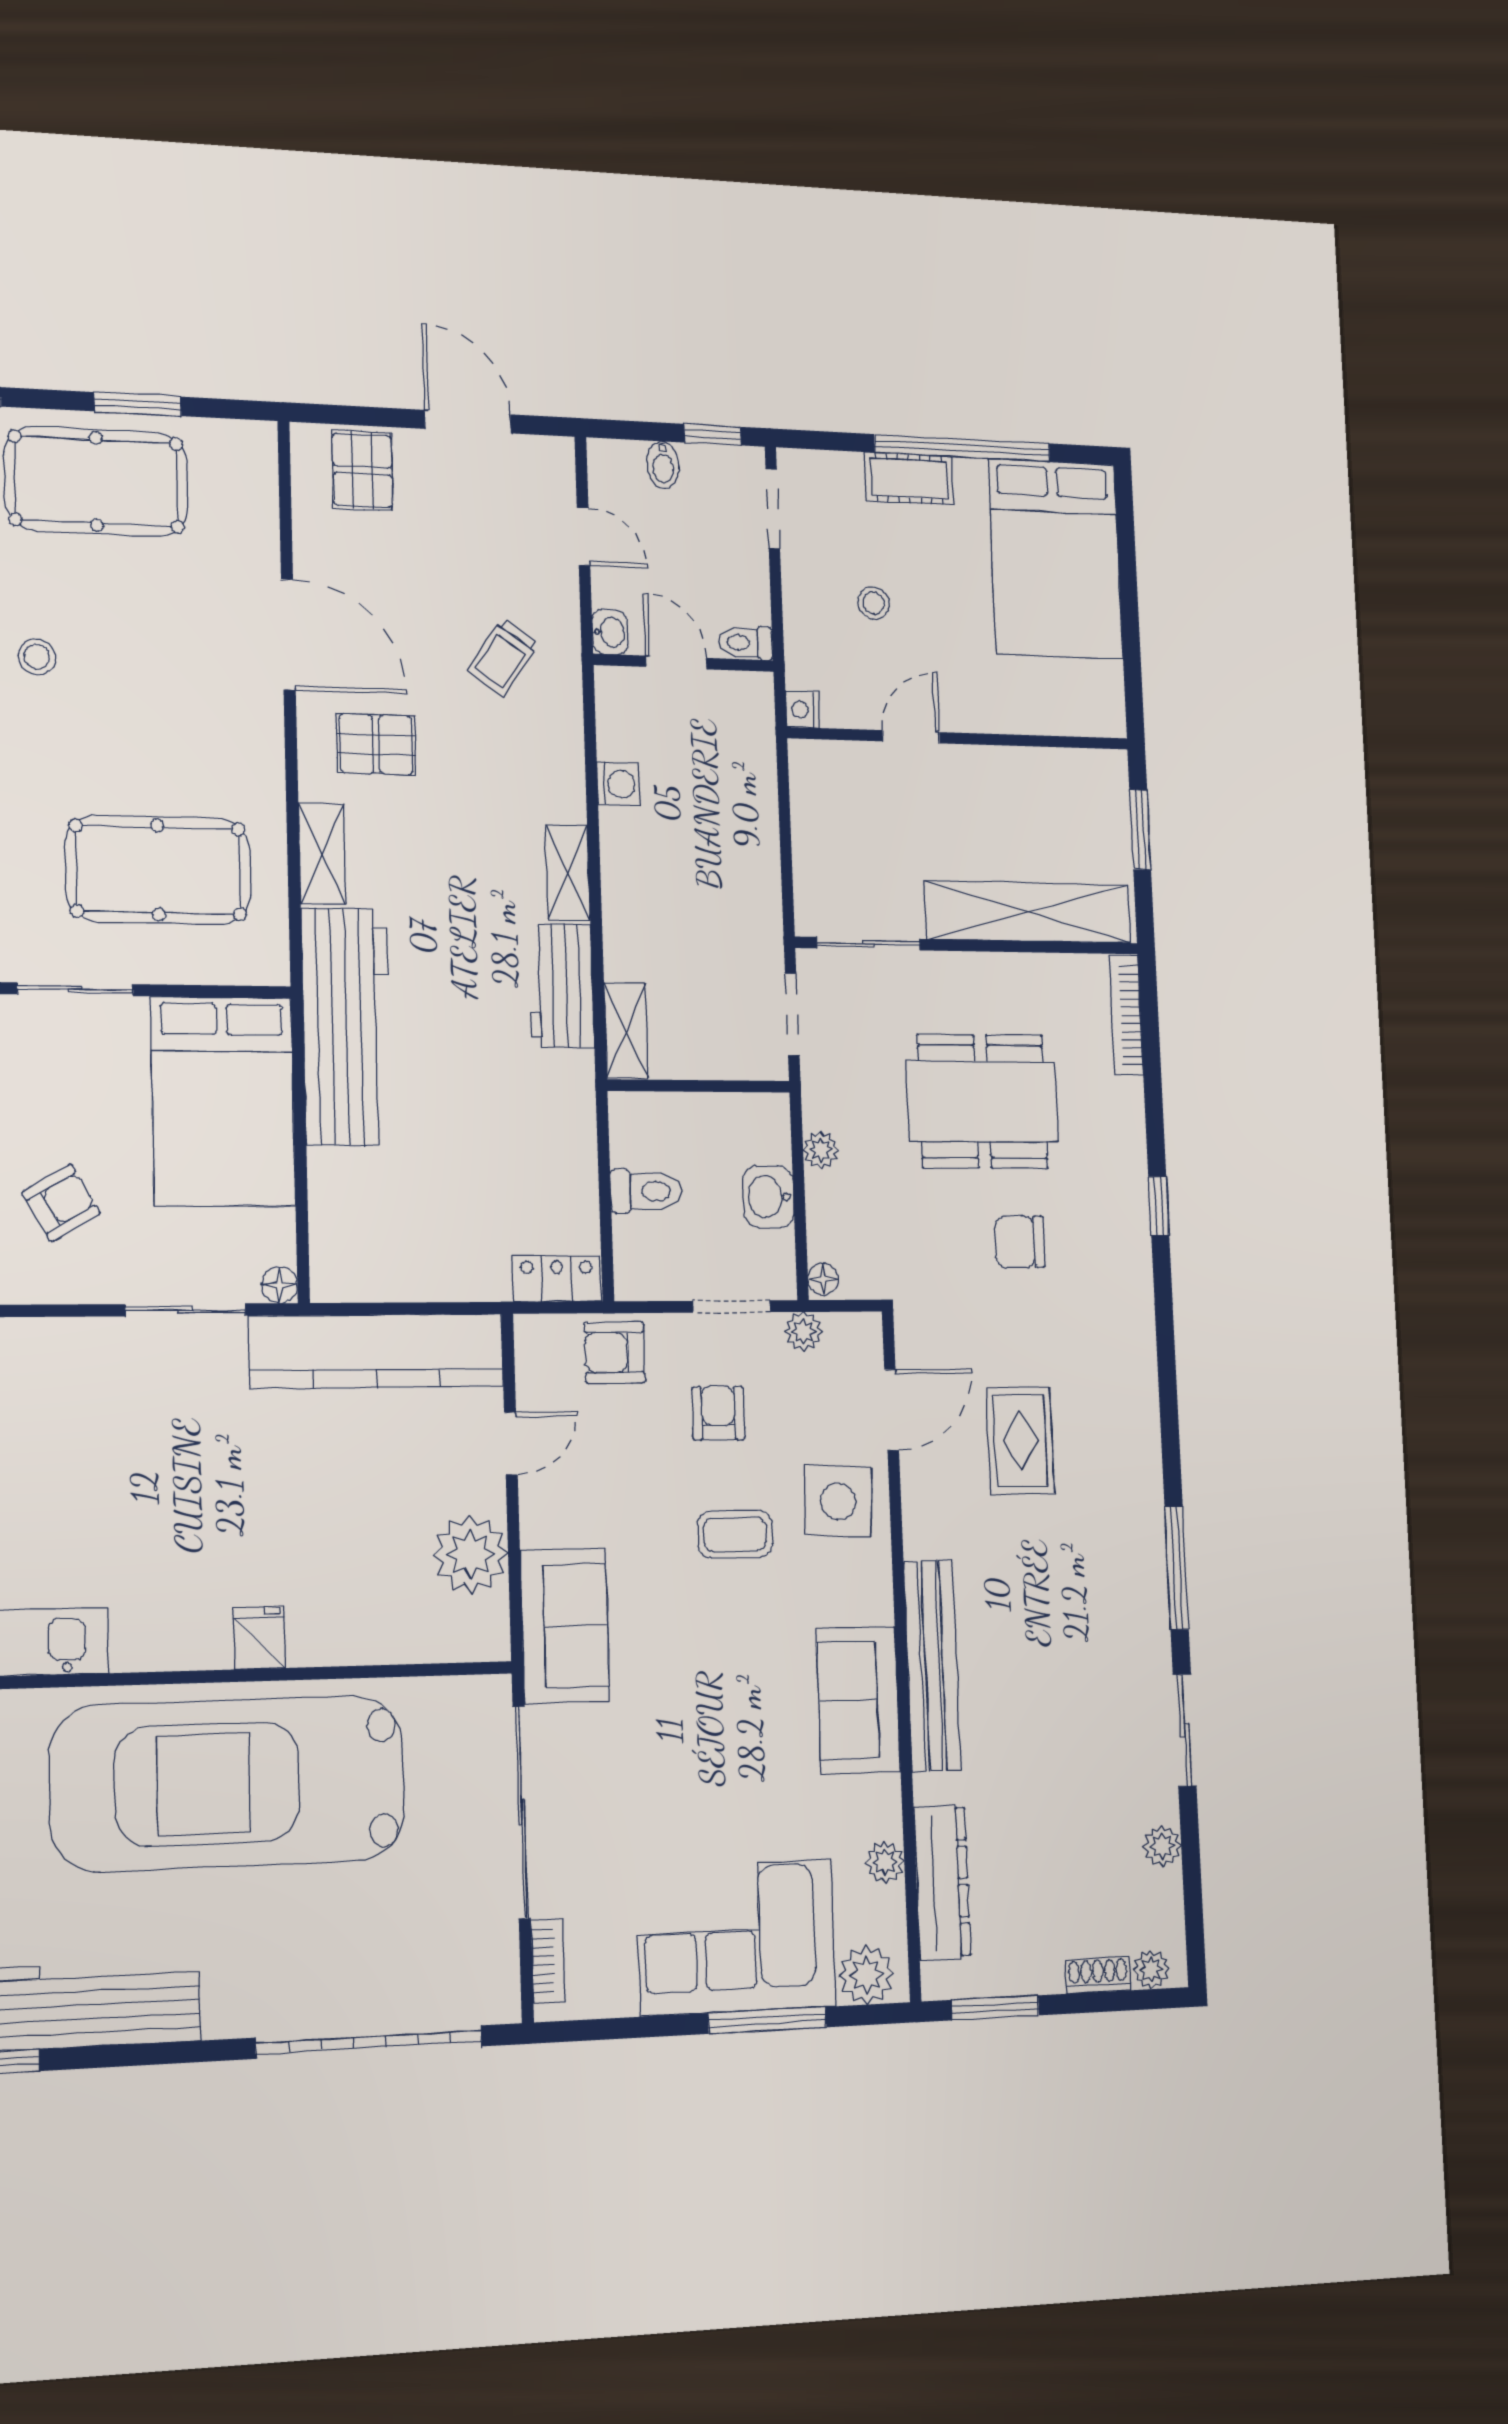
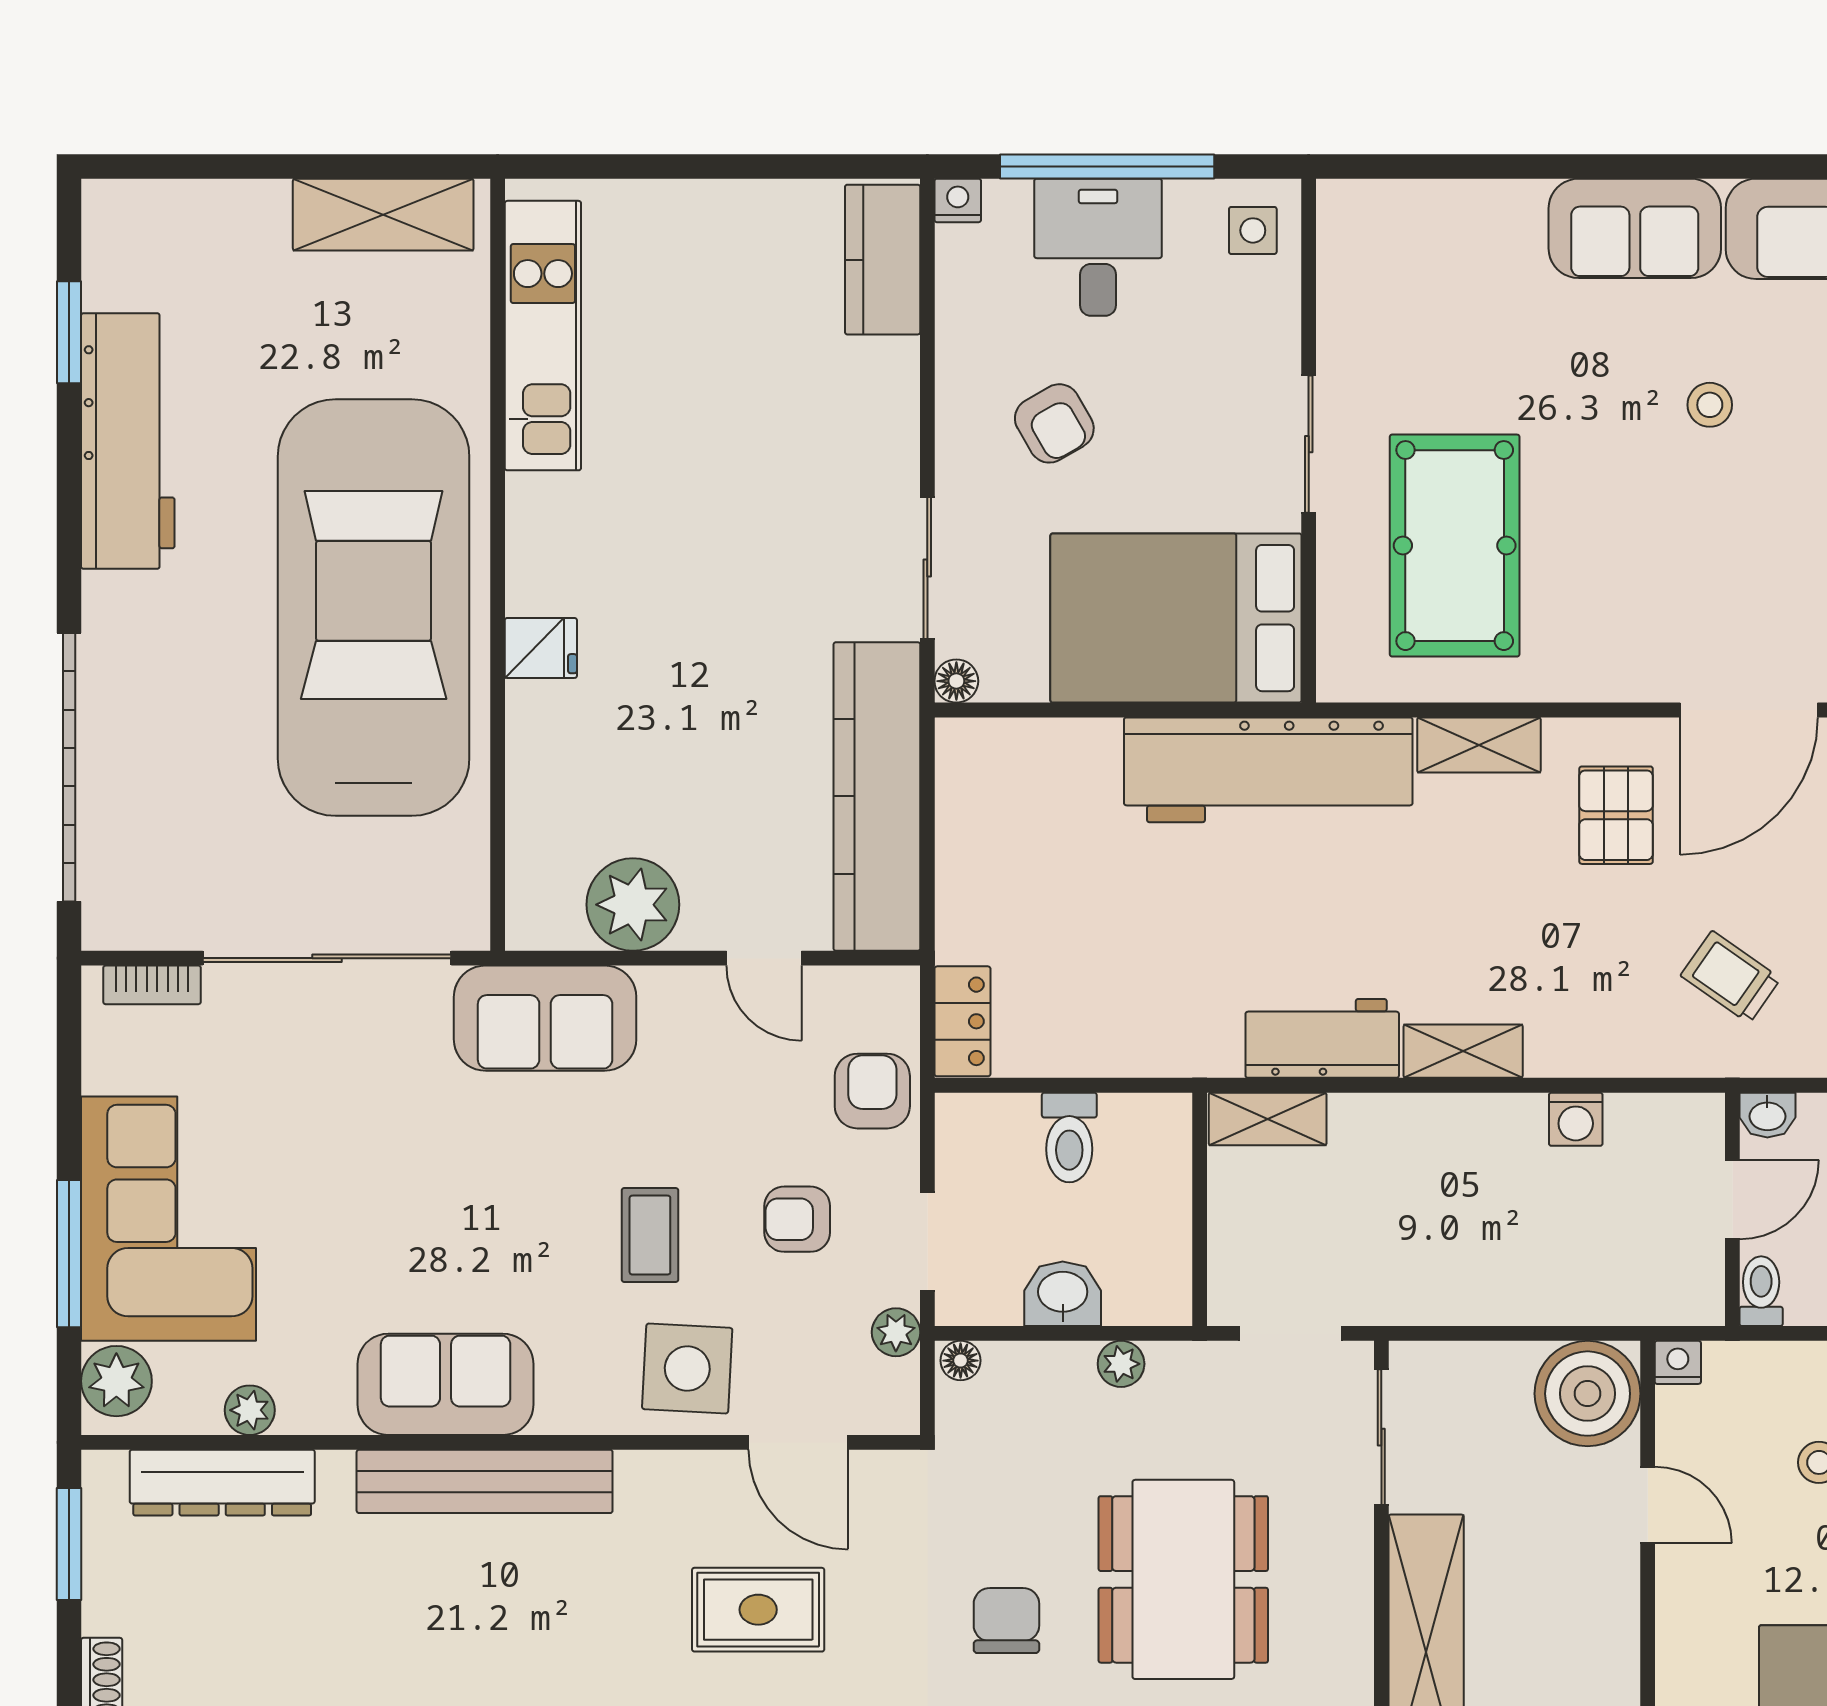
boiler: (829, 781) -> (1588, 1394), added
armchair: (718, 1413) -> (797, 1219), turned 180

